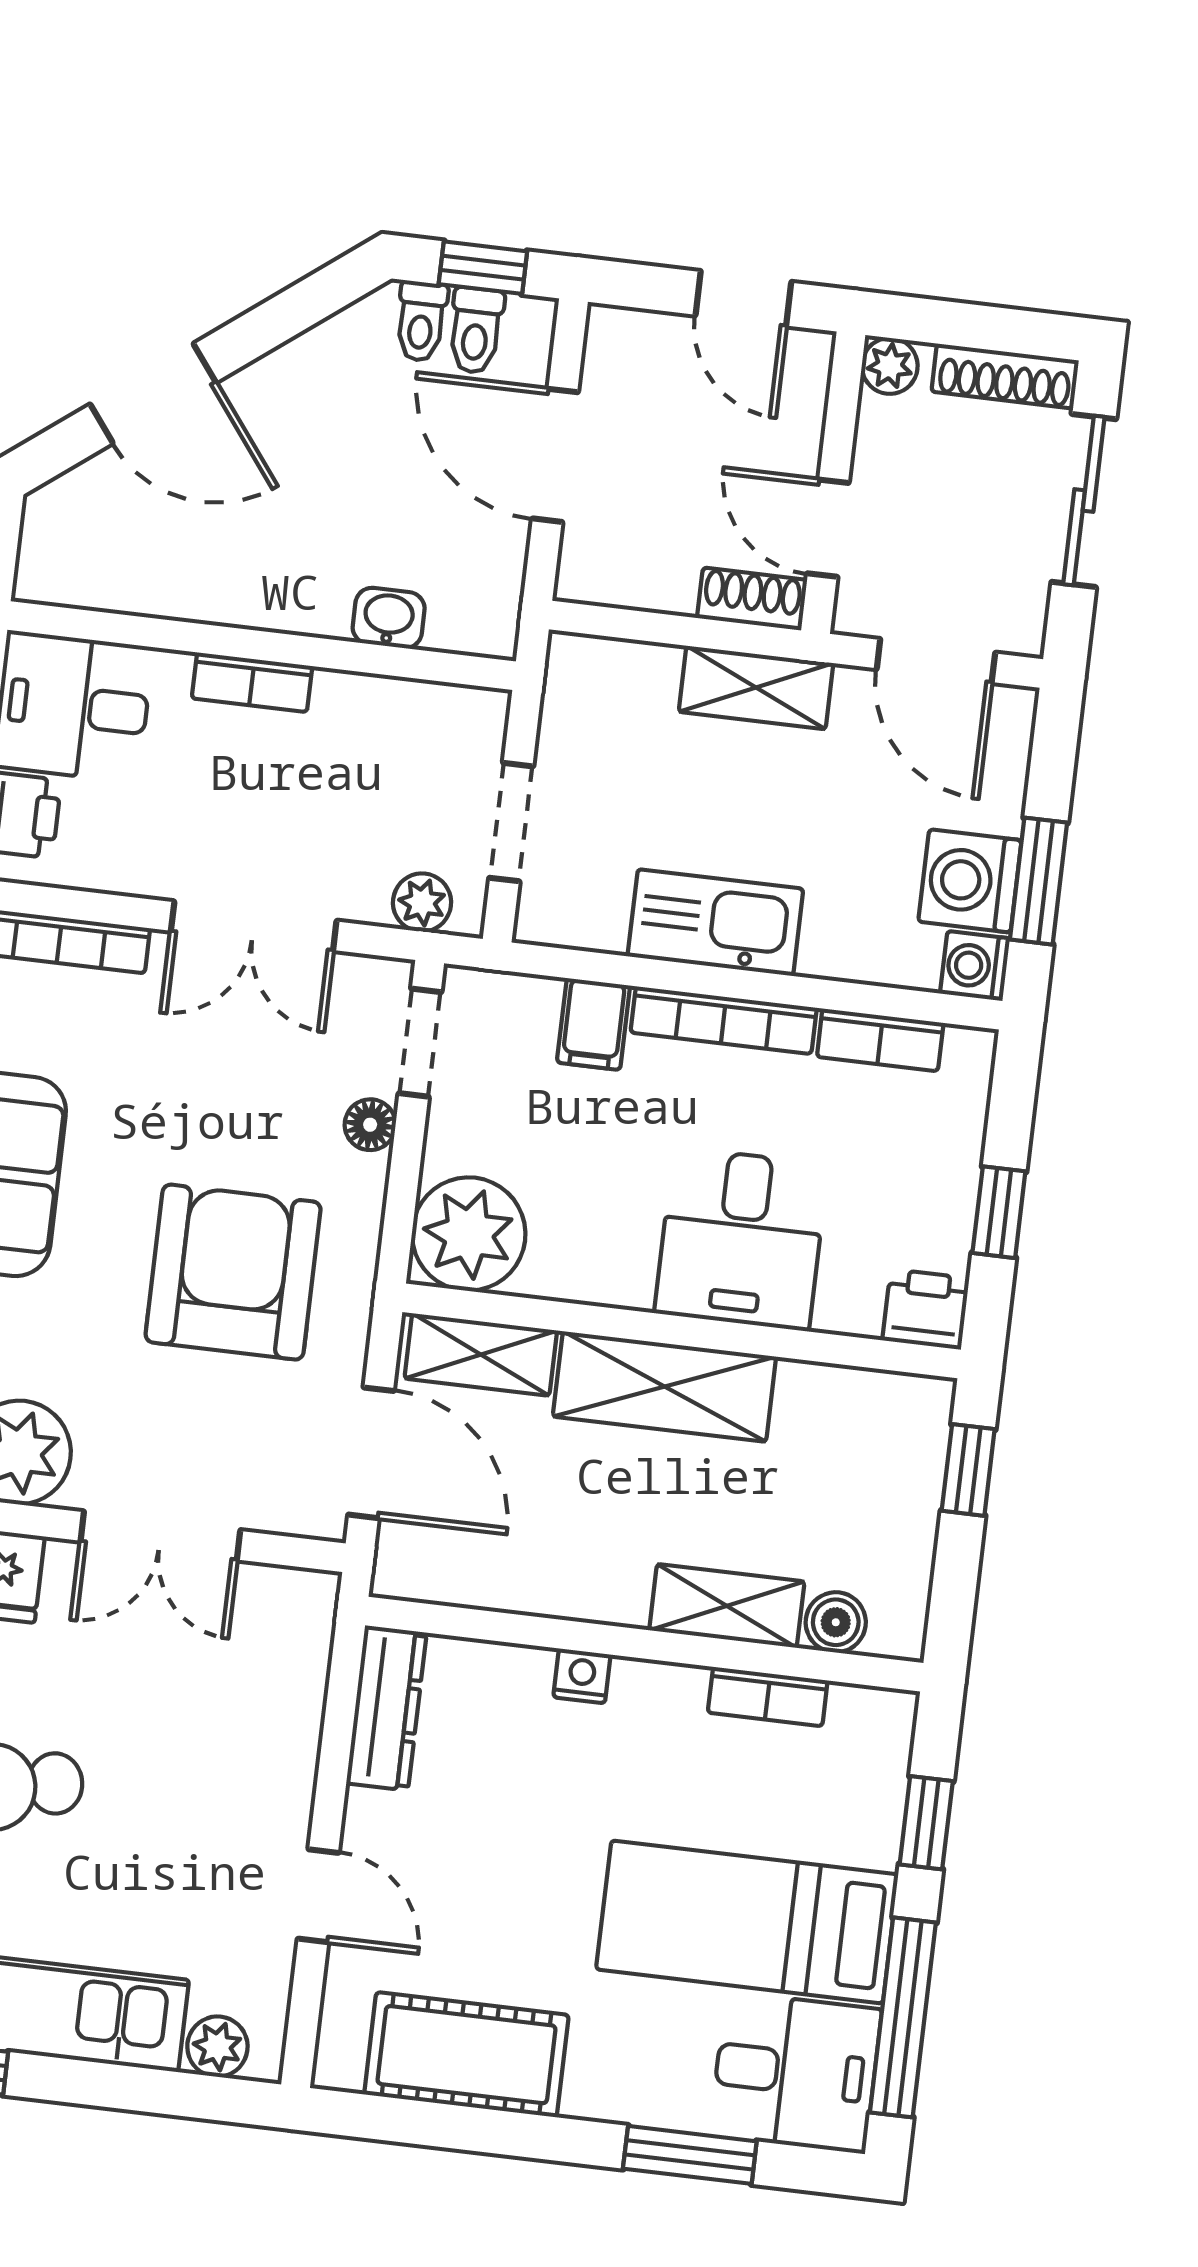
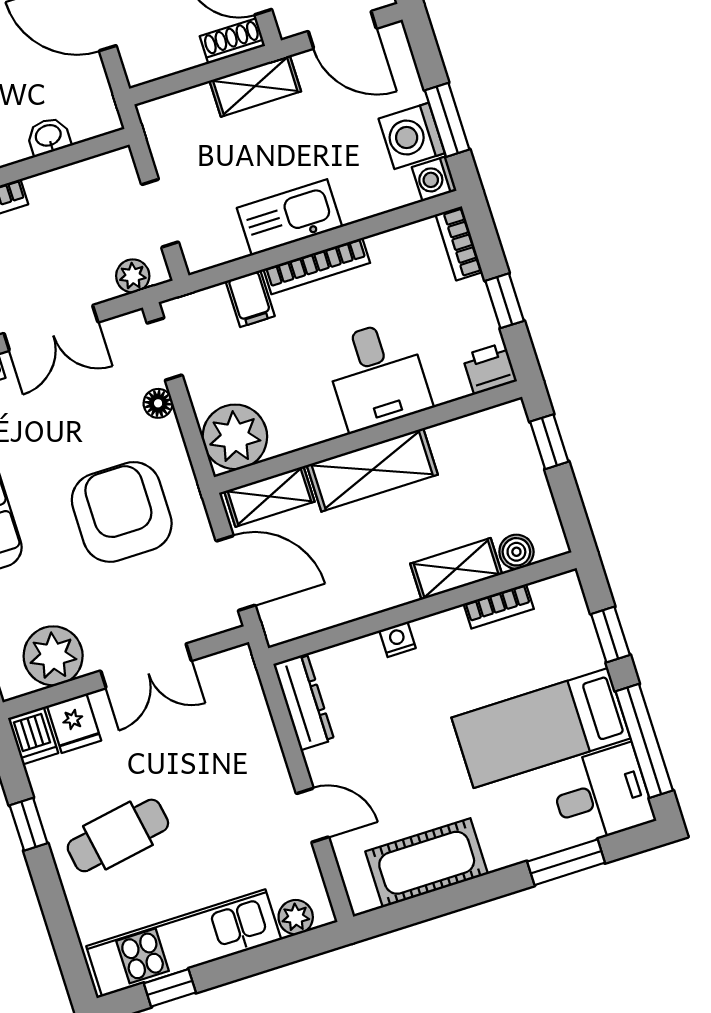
bookcase: (880, 1040) -> (459, 243), moved, turned 90

